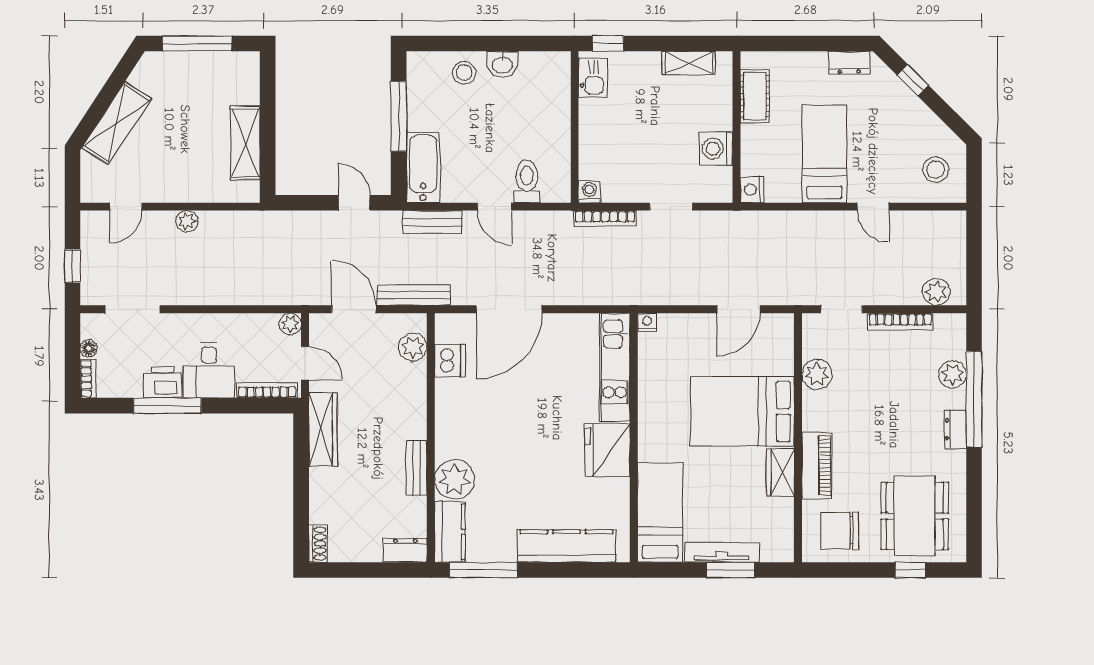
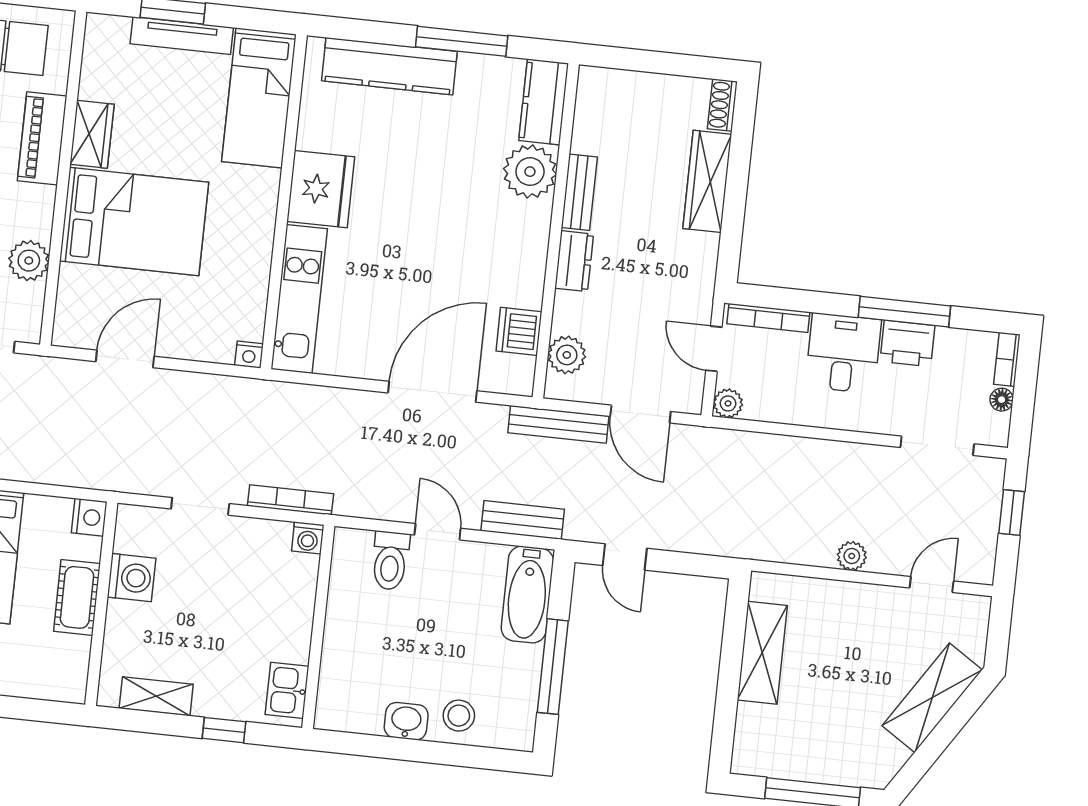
window: (608, 44) -> (224, 730), moved
cot: (755, 96) -> (77, 597), moved
wardrobe: (323, 429) -> (707, 181), moved
dresser: (405, 550) -> (574, 261), moved, turned -90
window: (484, 570) -> (462, 41), moved

